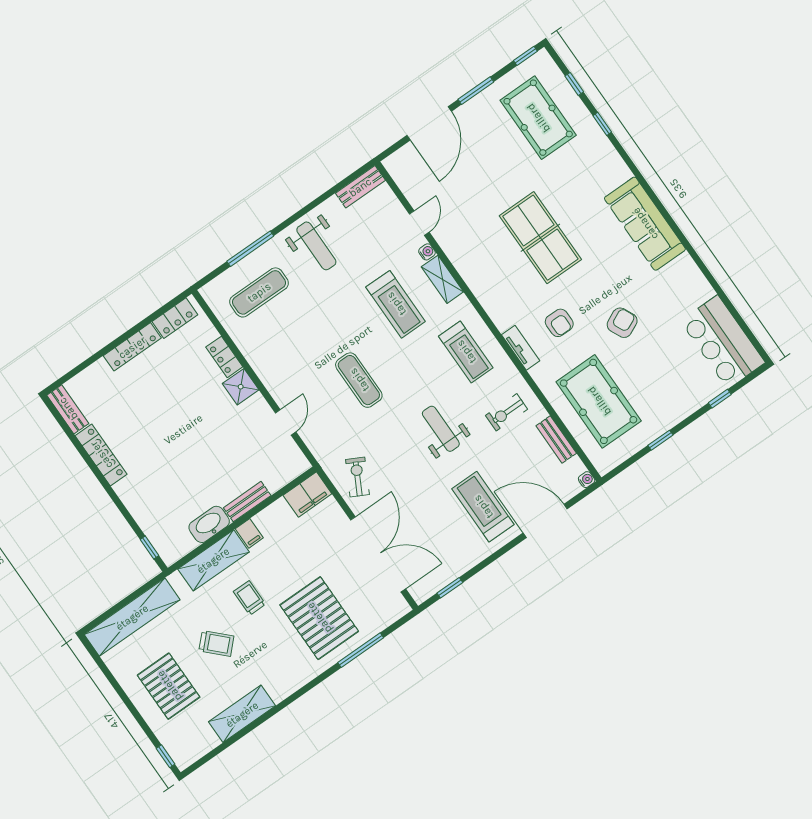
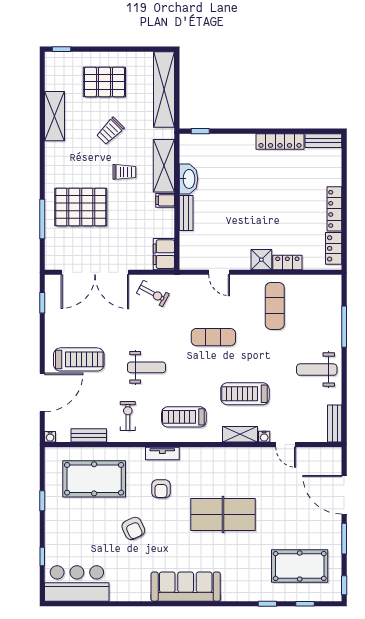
exercise mat: (259, 292) -> (275, 306), moved
armchair: (559, 323) -> (161, 489), turned -90

